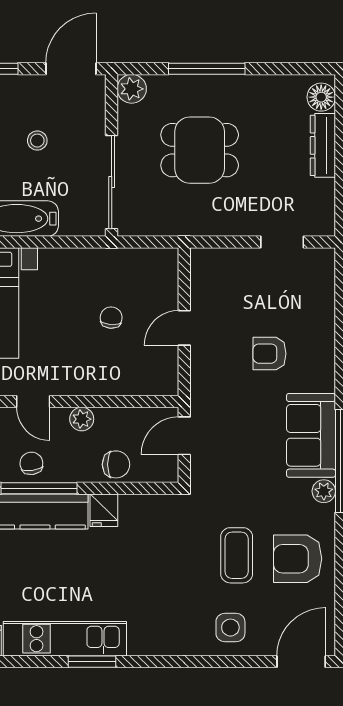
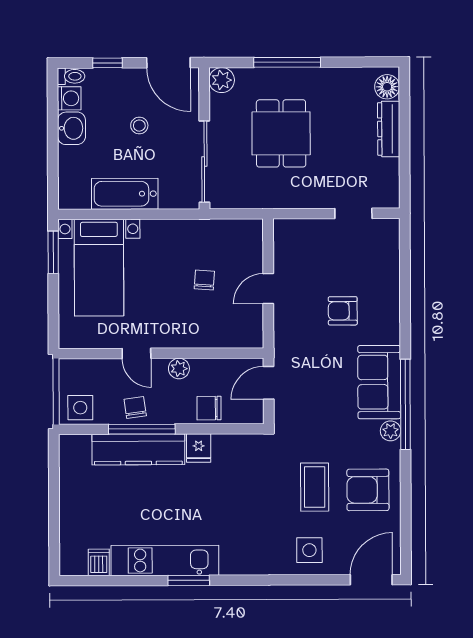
door: (71, 69) -> (168, 63), swing flipped
dining table: (200, 150) -> (281, 133), turned 90
chair: (116, 464) -> (209, 408), turned 180

